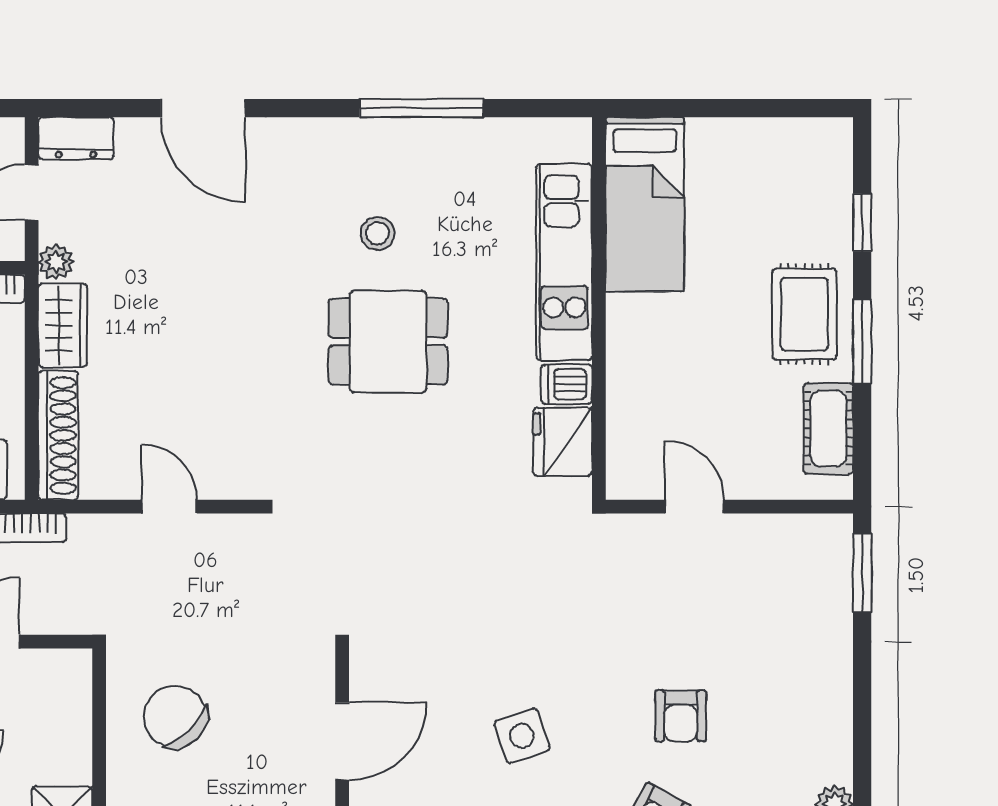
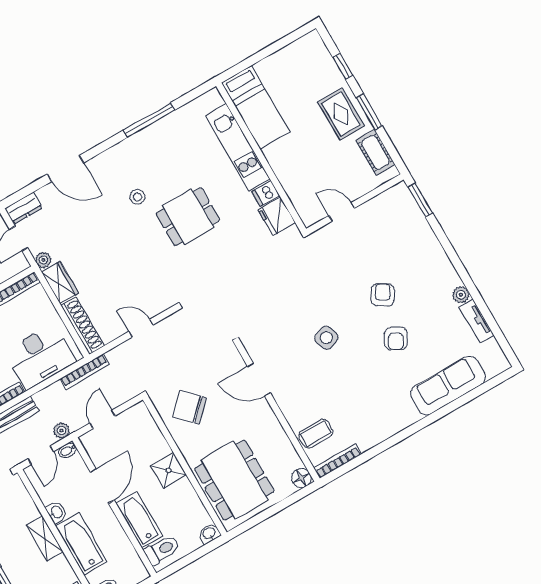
stool: (377, 233) -> (137, 197), moved
armchair: (681, 716) -> (383, 295), turned -149
door: (342, 741) -> (259, 380), swing flipped

